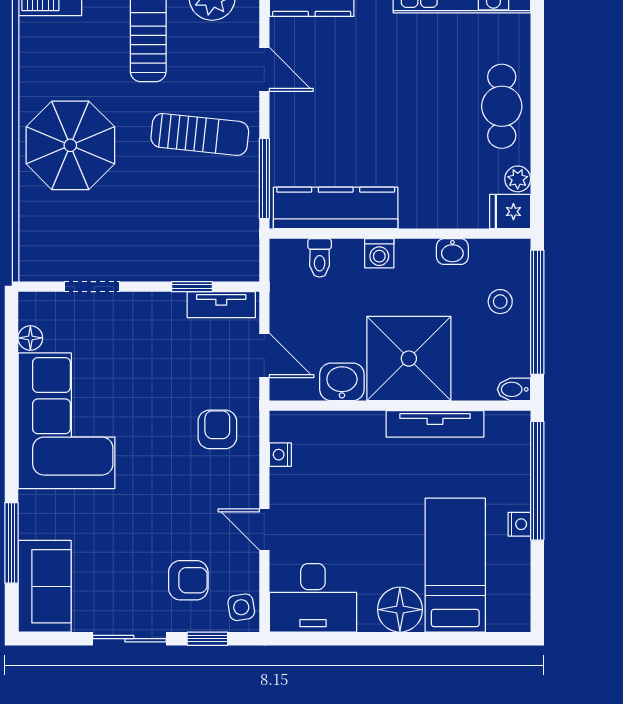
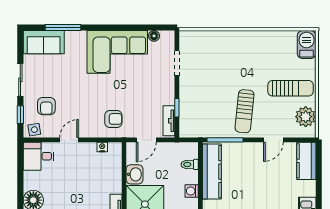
parasol: (70, 145) -> (240, 54), removed
desk: (313, 598) -> (39, 156), width x0.73

